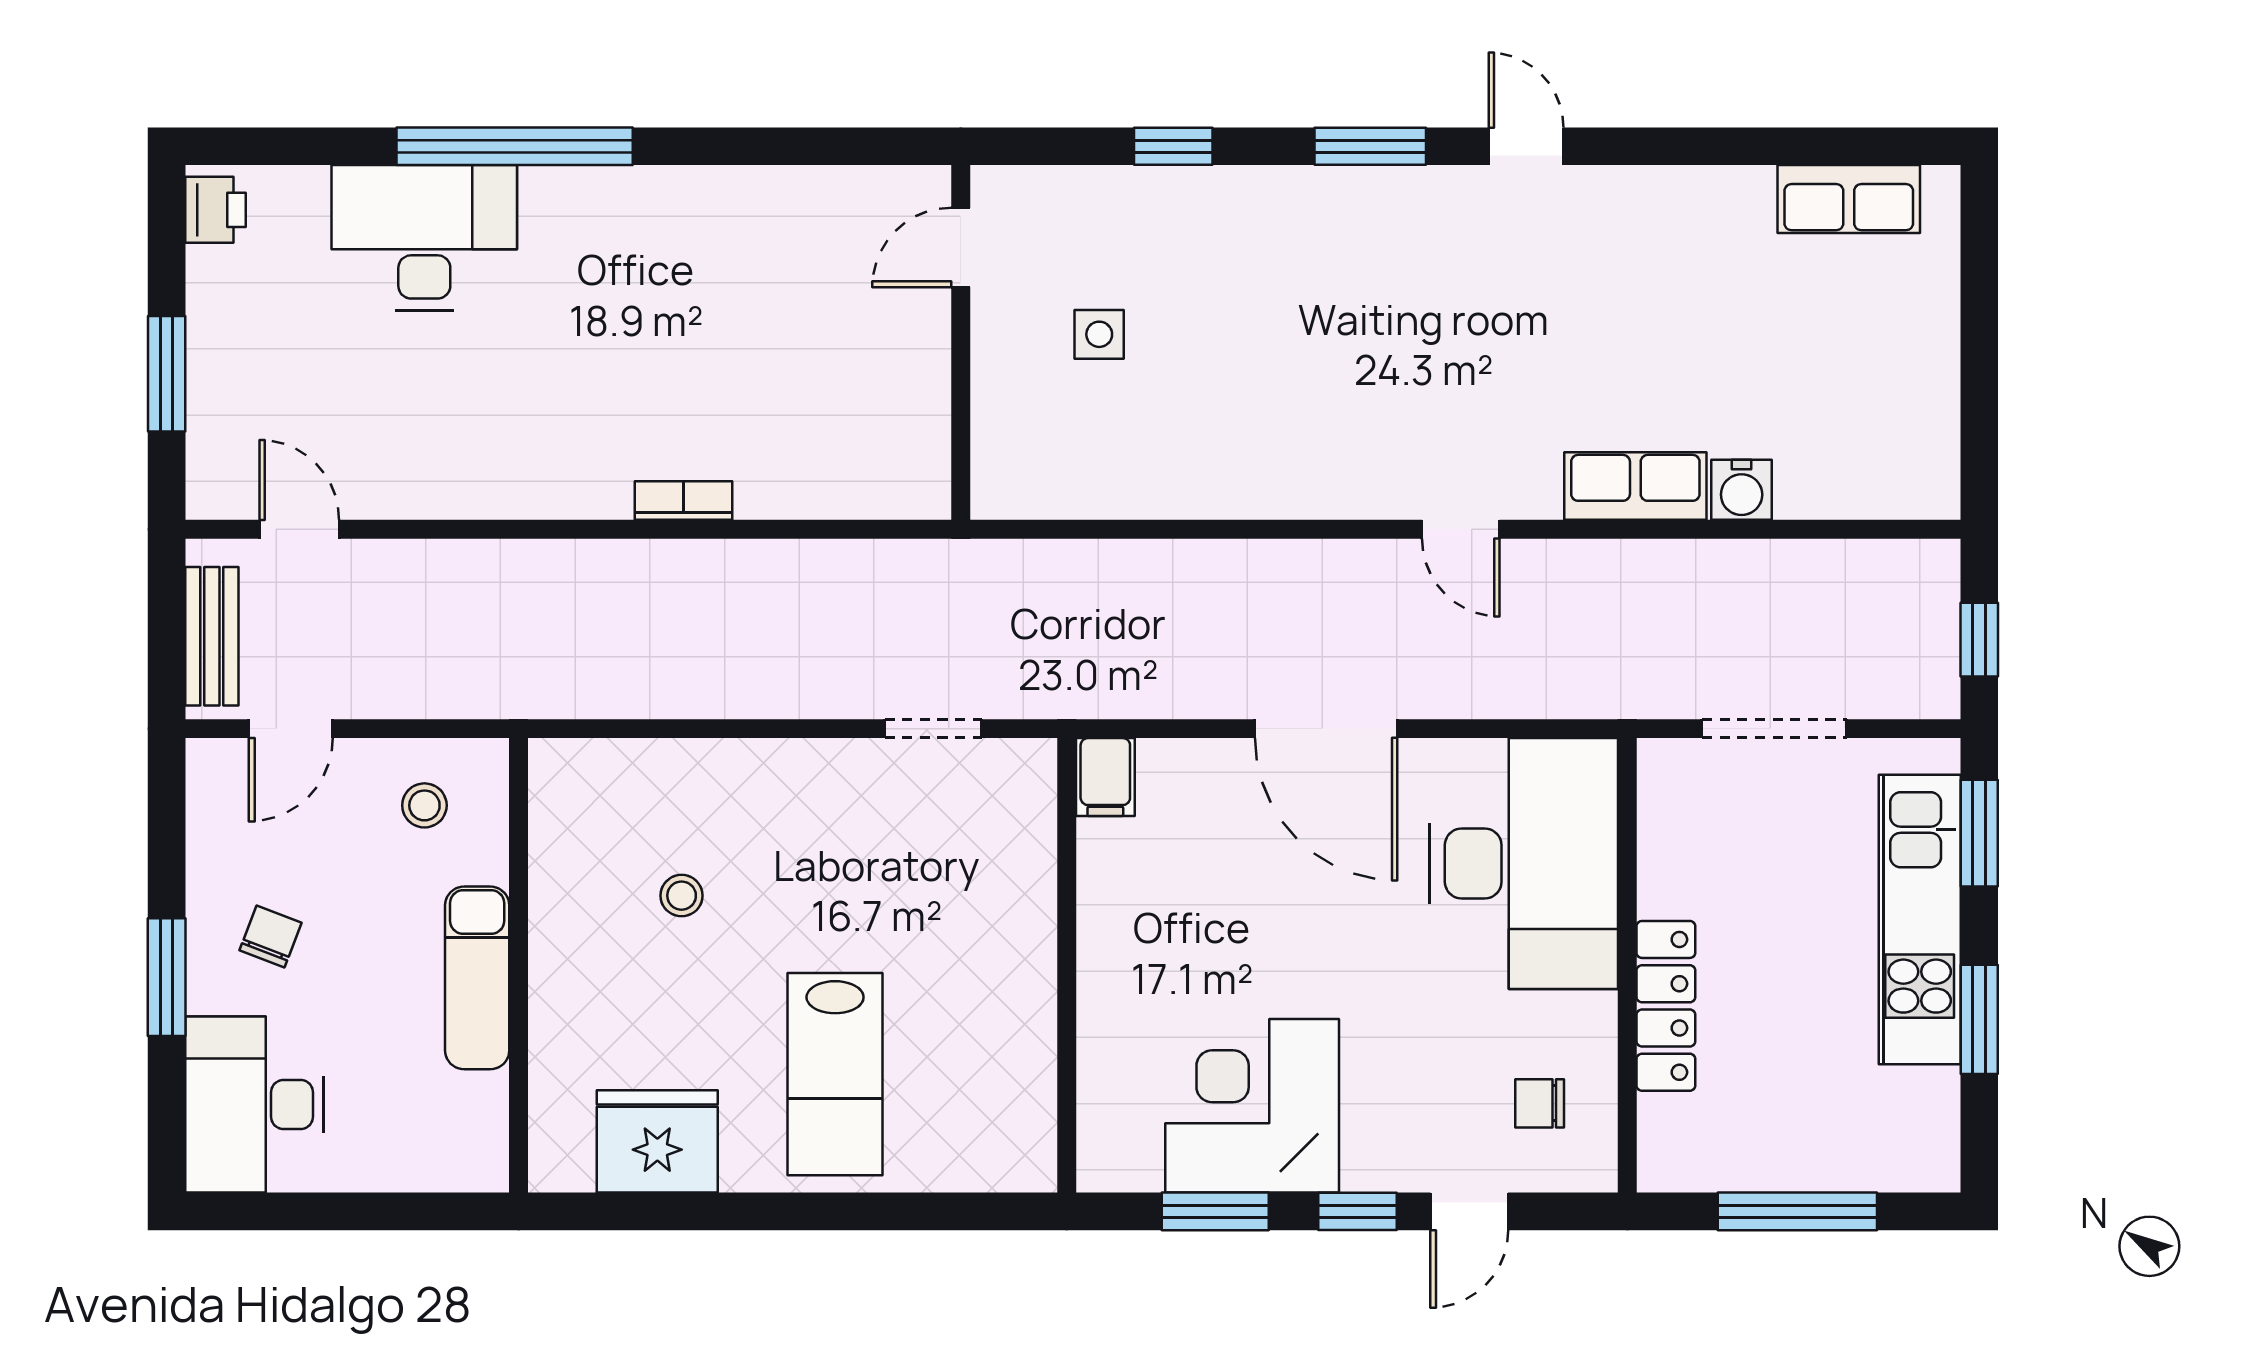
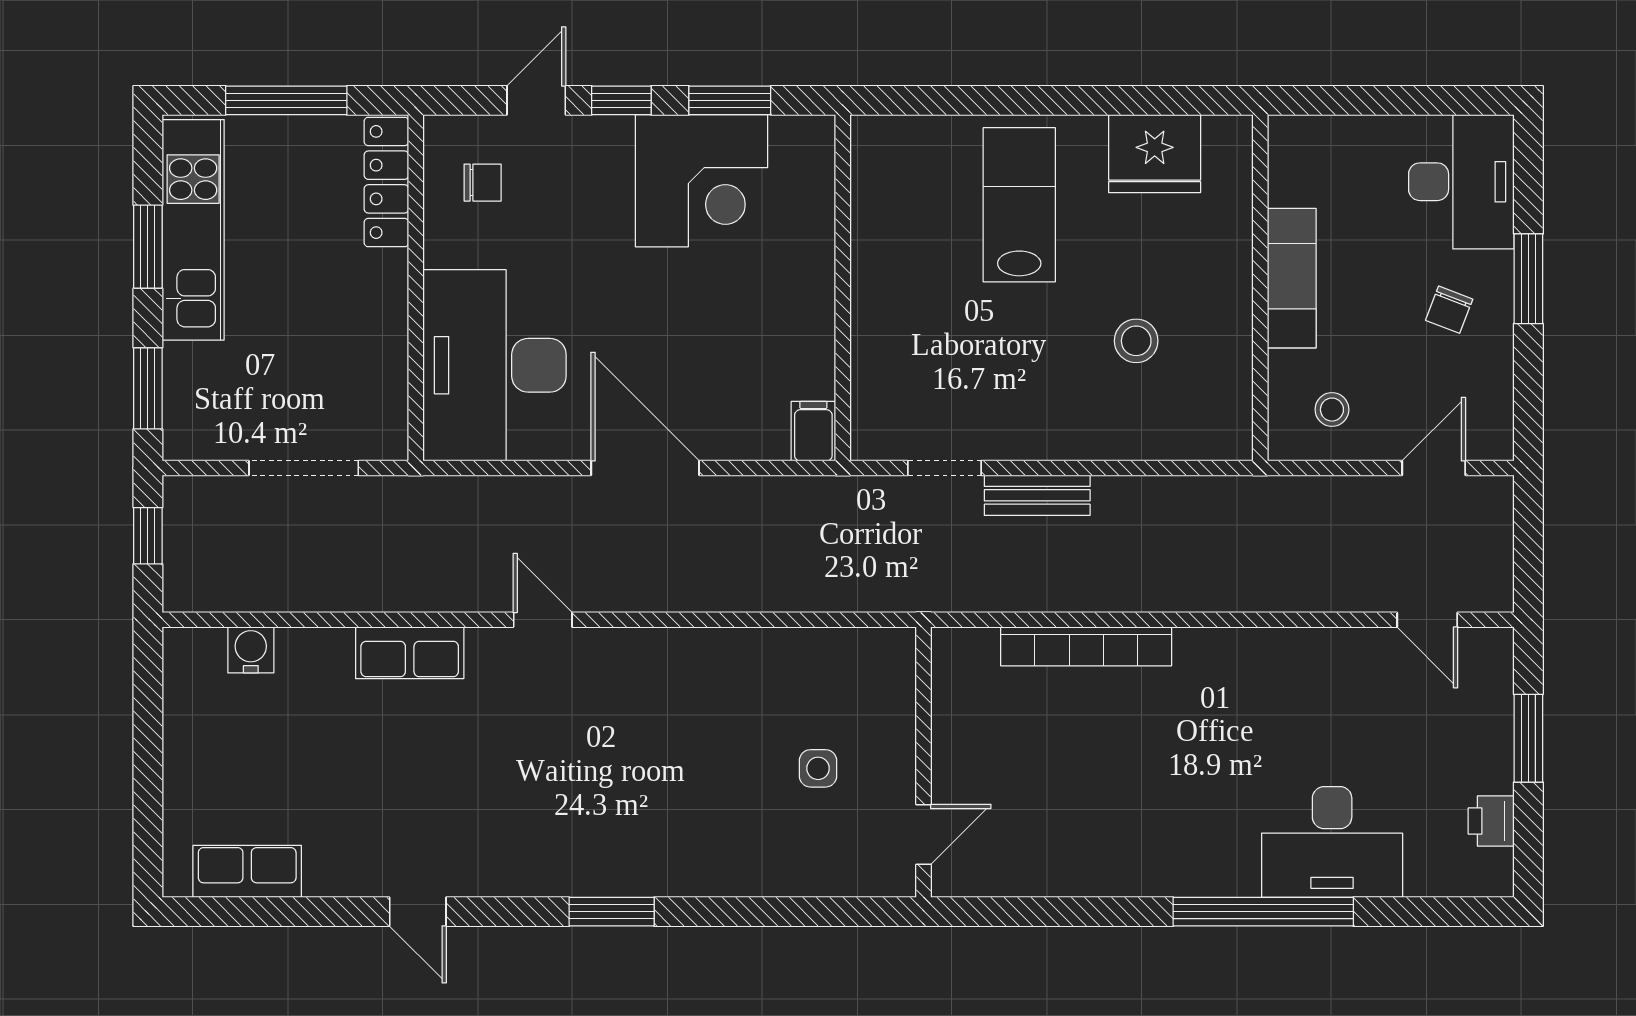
window: (1173, 146) -> (762, 912), removed
door: (1526, 146) -> (418, 912), moved
printer: (215, 210) -> (1491, 821), moved
water cooler: (1742, 490) -> (251, 650), moved
bookcase: (683, 501) -> (1086, 646), width x2.31, depth x1.31
bench: (212, 636) -> (1037, 495), moved, turned 90
stool: (682, 896) -> (1136, 341), width x1.37, depth x1.37
kitchen unit: (1920, 920) -> (193, 230), moved
locker: (1666, 1006) -> (386, 182), moved

